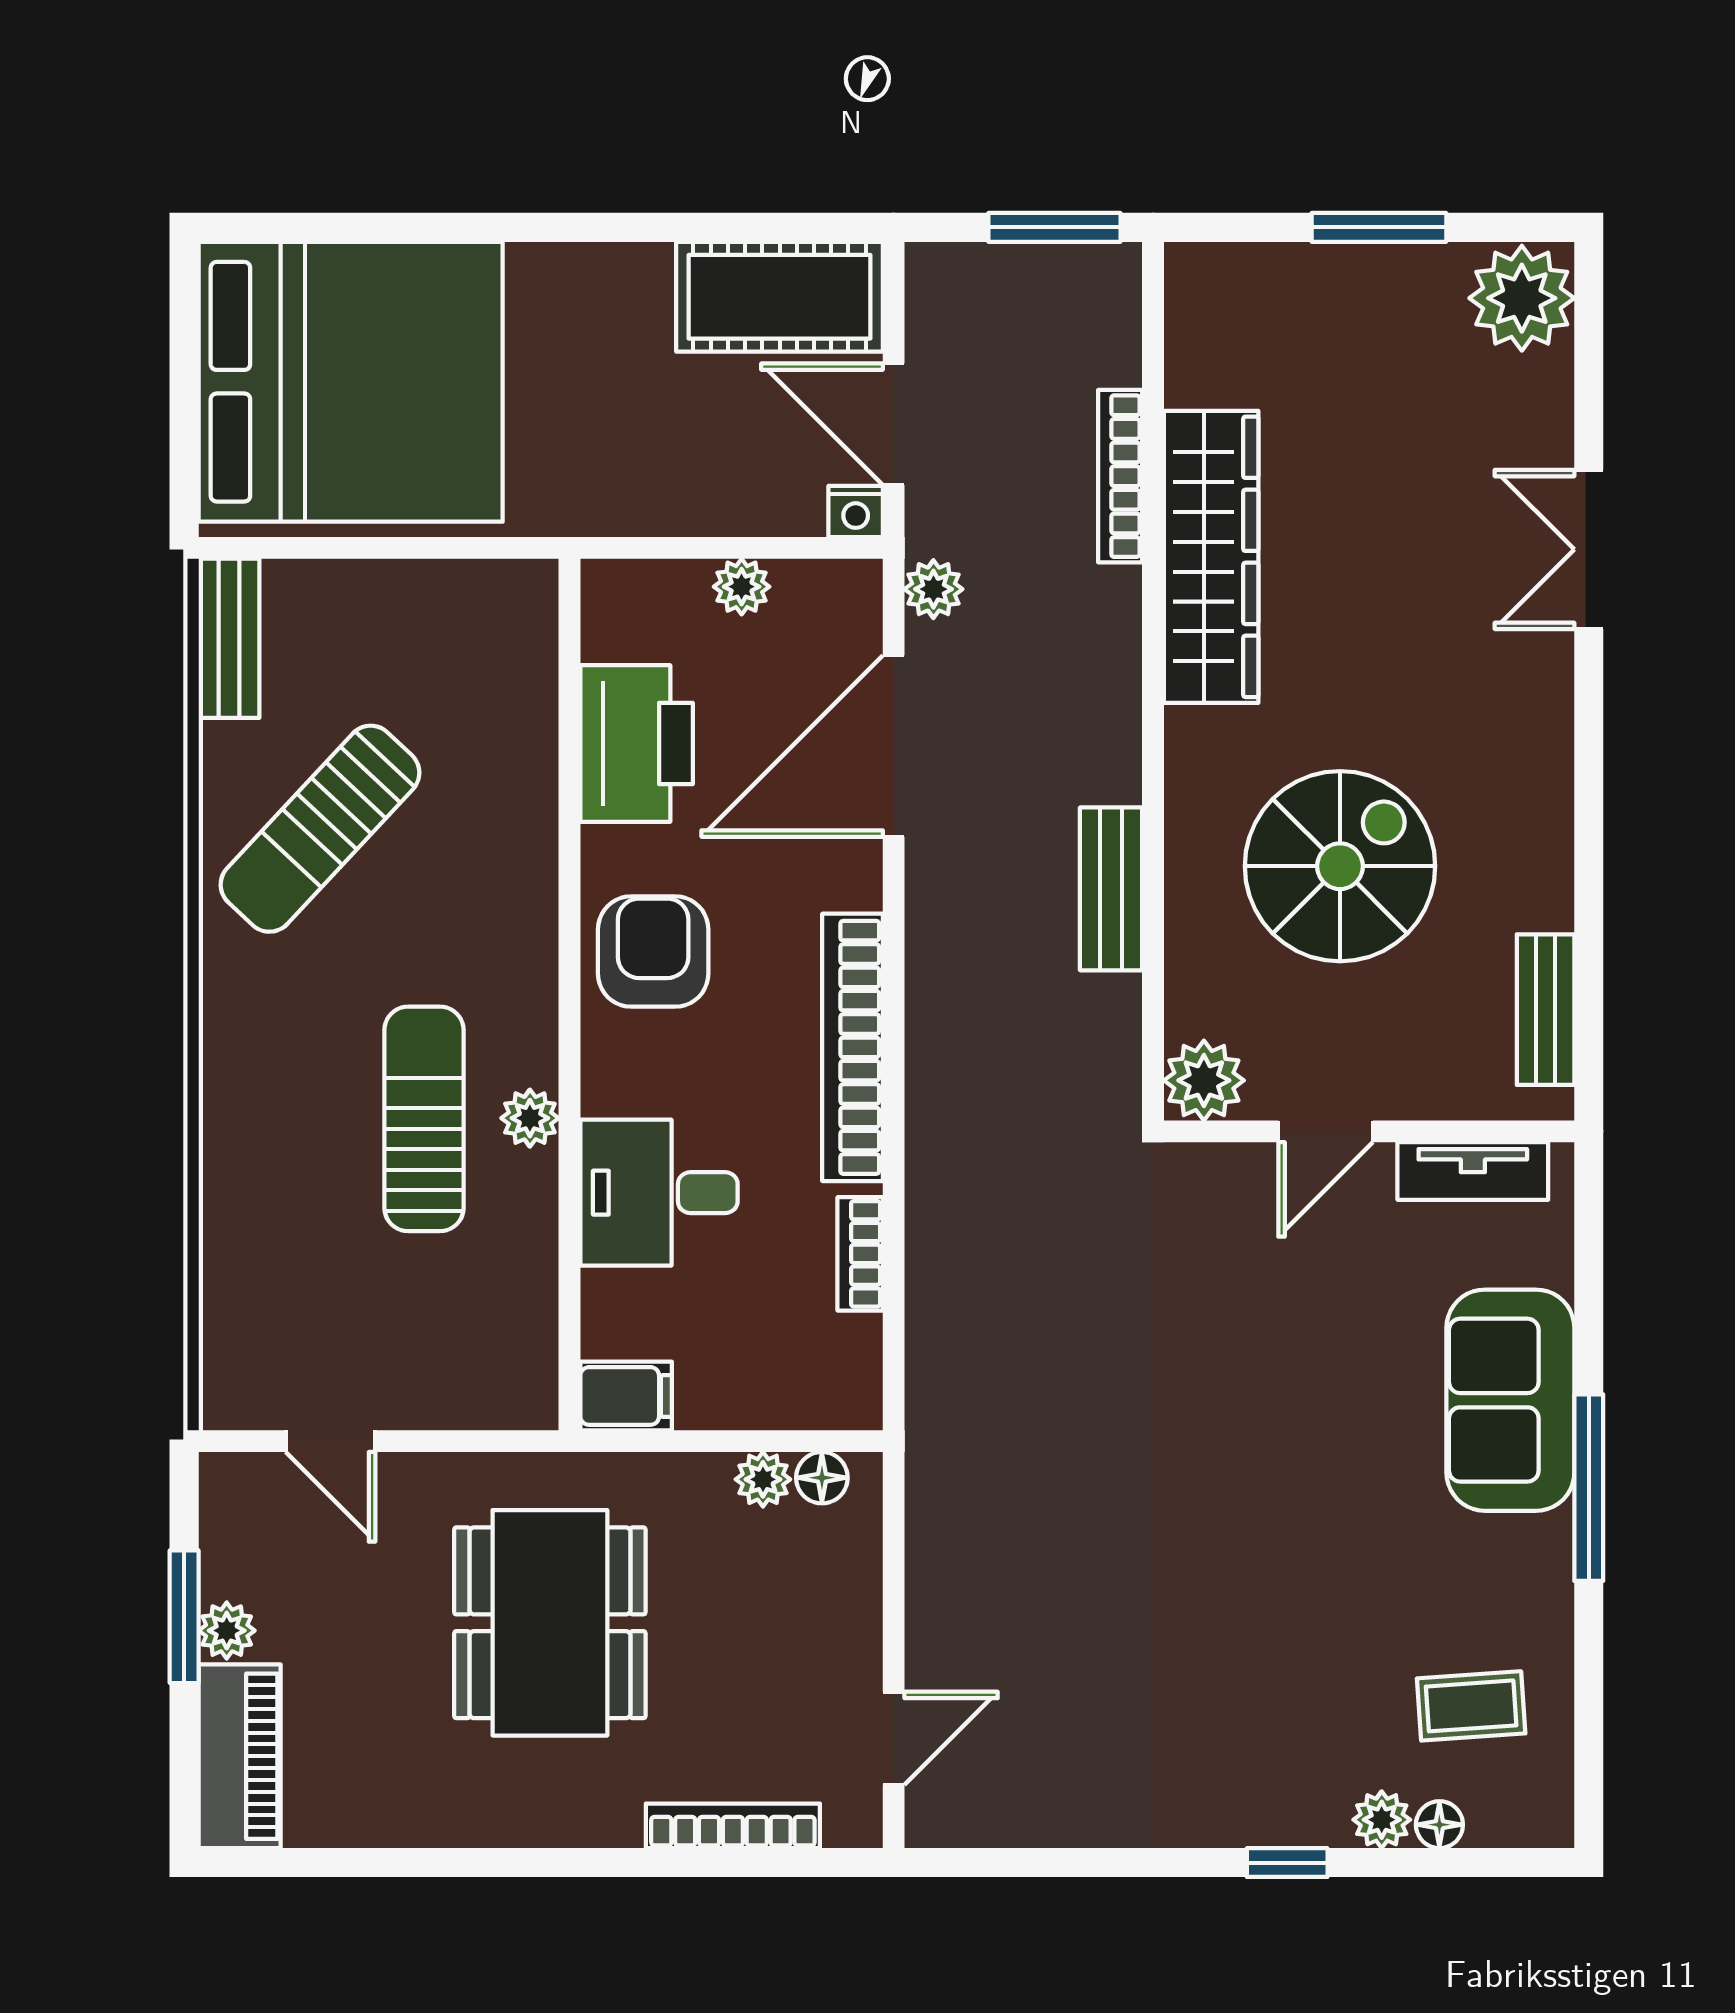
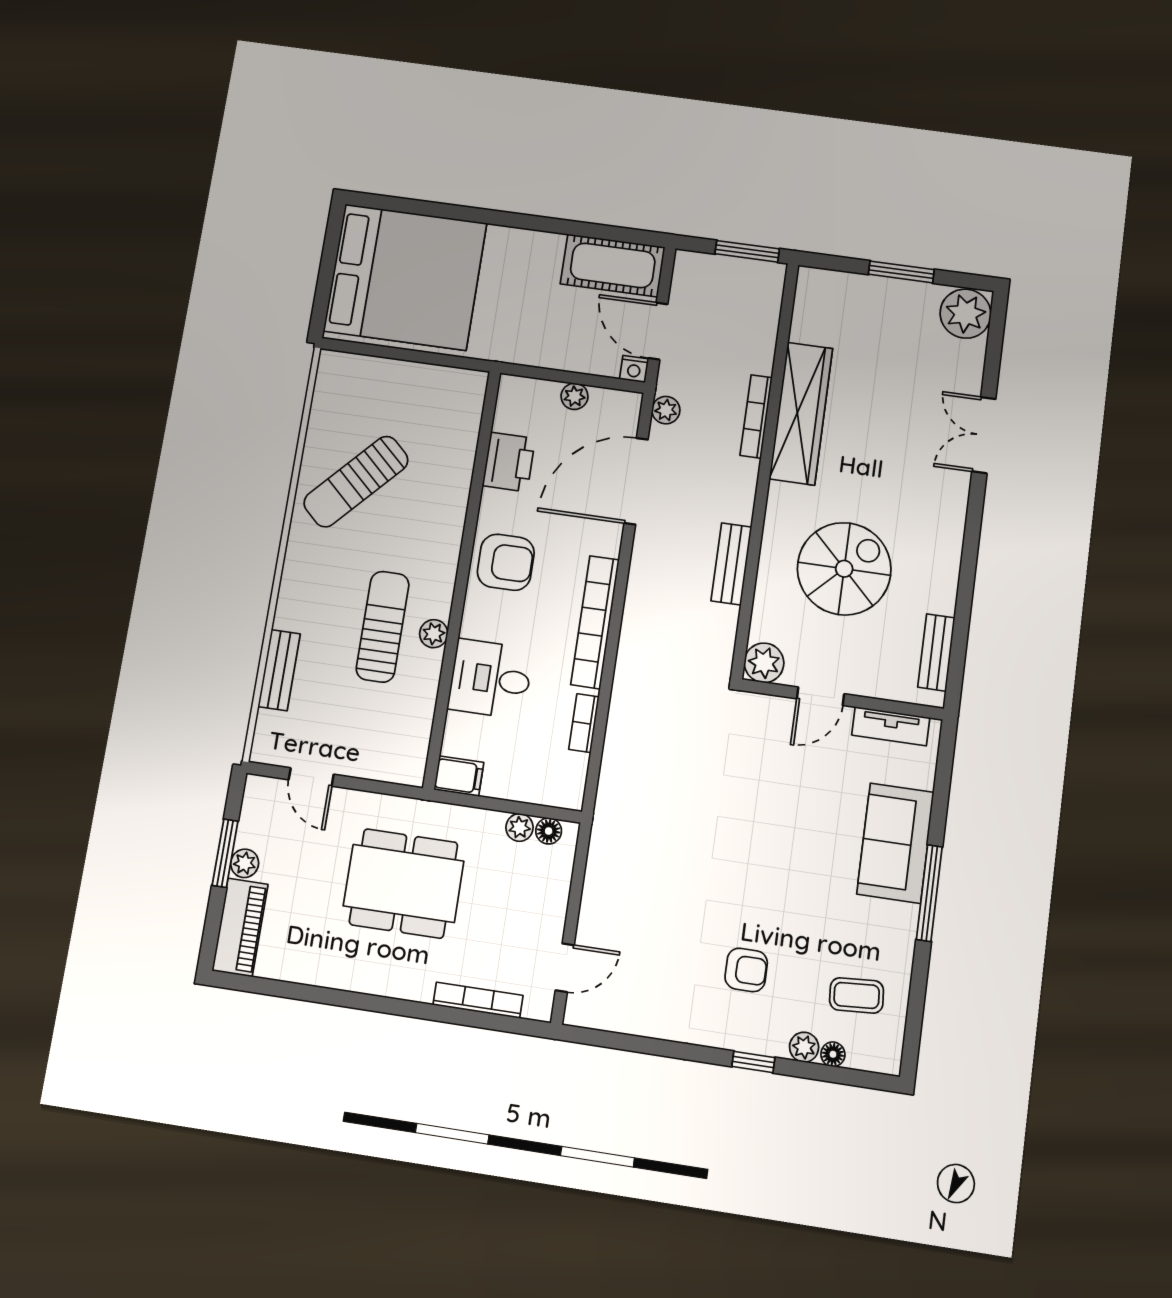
bookcase: (1120, 476) -> (756, 416), moved
bench: (229, 638) -> (279, 670), moved
printer: (637, 743) -> (509, 462), width x0.73, depth x0.84
armchair: (653, 952) -> (506, 562), turned 90
dining table: (550, 1623) -> (404, 883), turned 90
armchair: (1250, 1689) -> (746, 970), added

